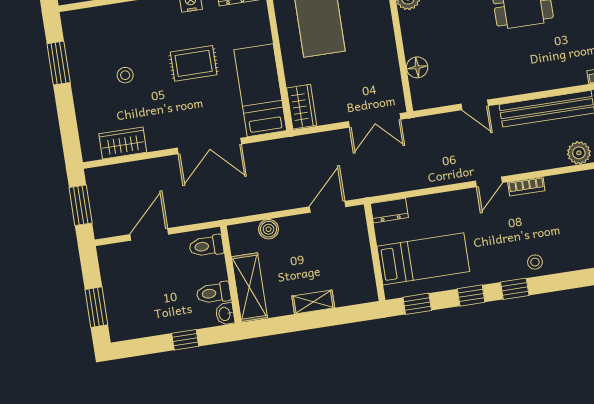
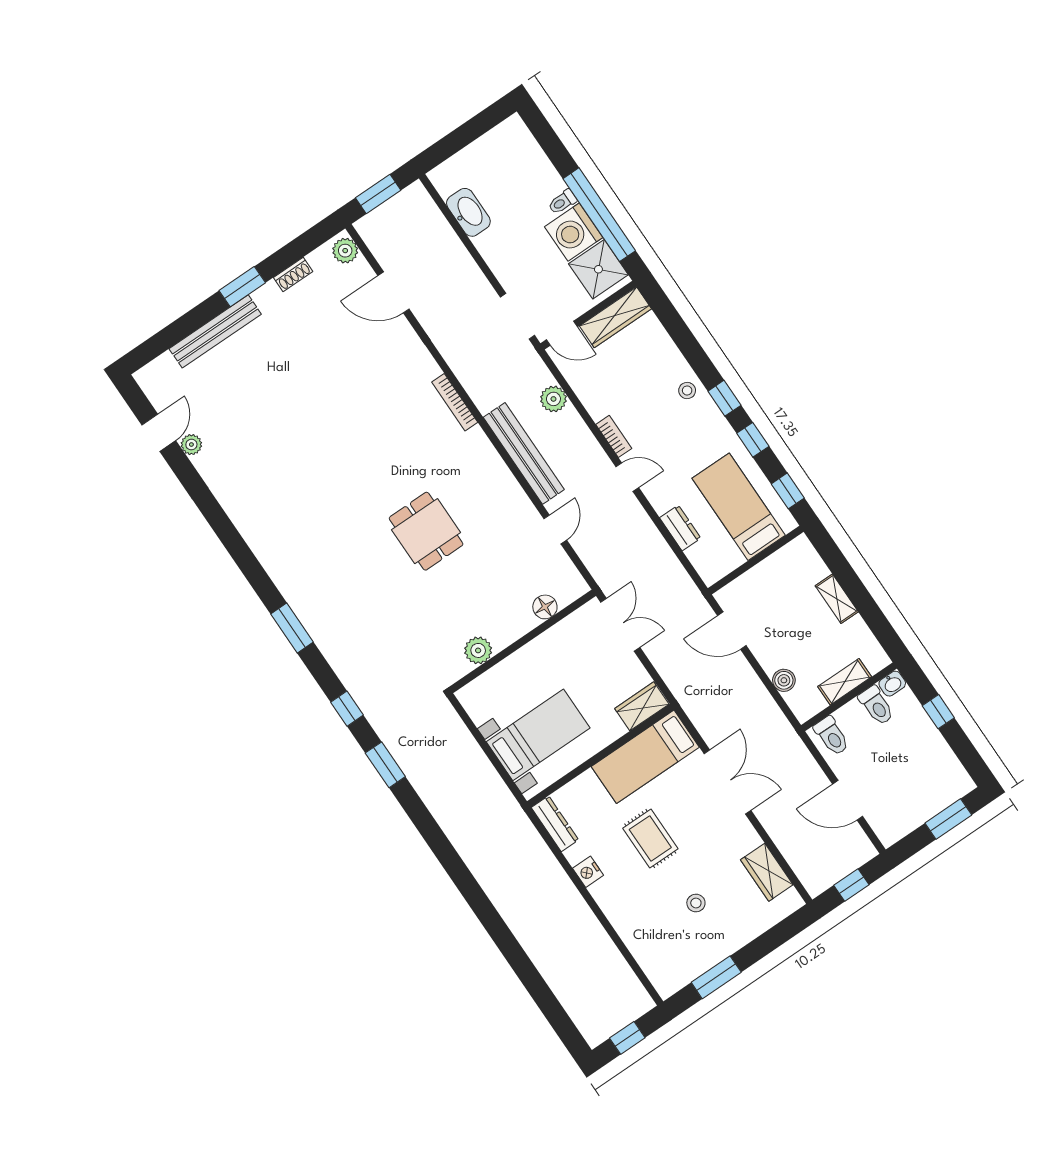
window: (81, 205) -> (851, 885), width x0.67
dresser: (389, 211) -> (680, 528), moved
shelving: (249, 287) -> (845, 682), width x0.67, depth x0.75

